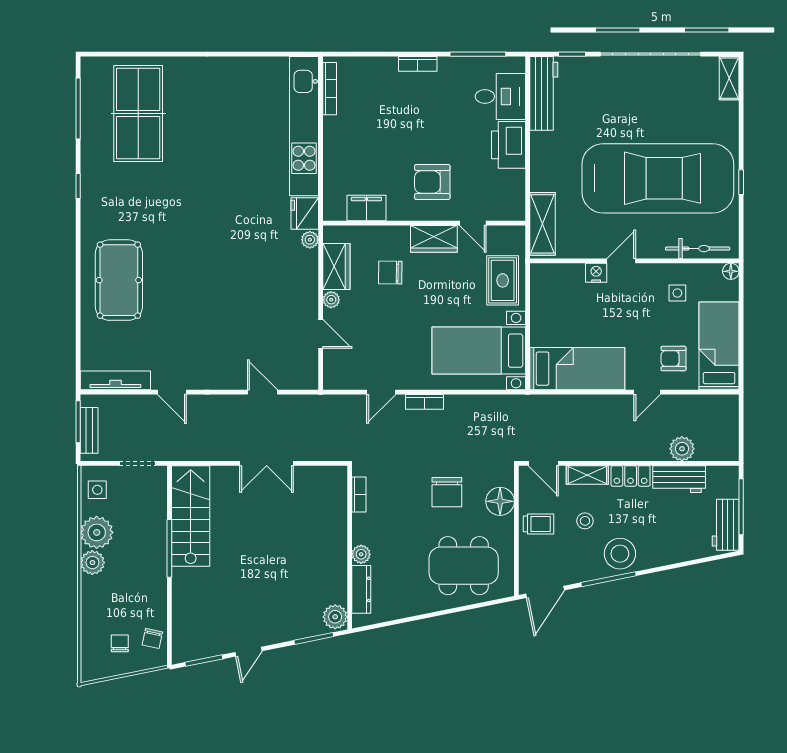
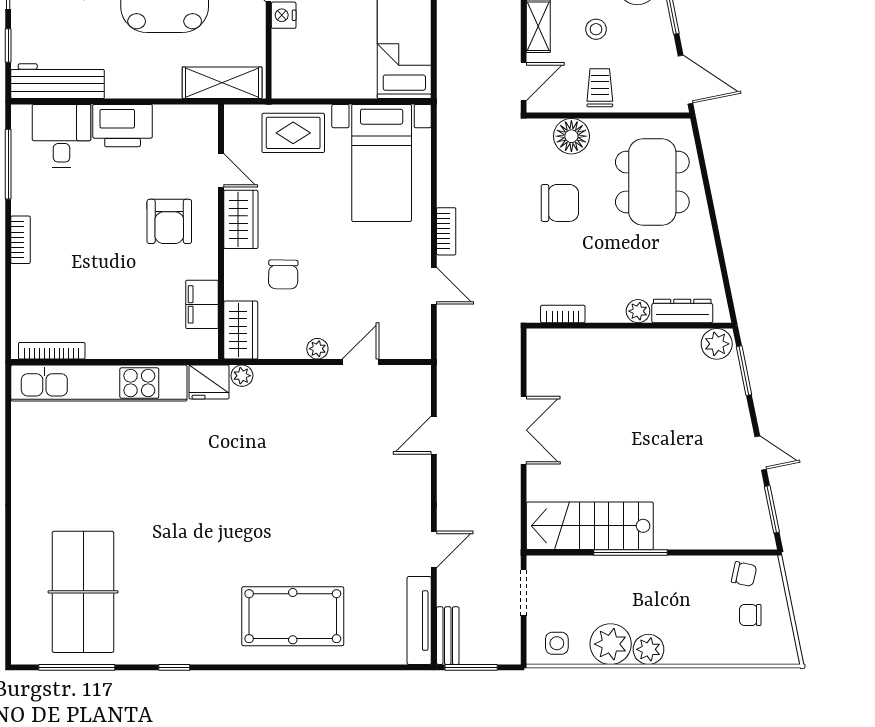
table tennis table: (138, 114) -> (83, 592), turned 90
door: (473, 223) -> (221, 170), hinge flipped
wardrobe: (336, 266) -> (241, 330), moved, turned 90
bench: (89, 430) -> (448, 636), moved, turned 90

